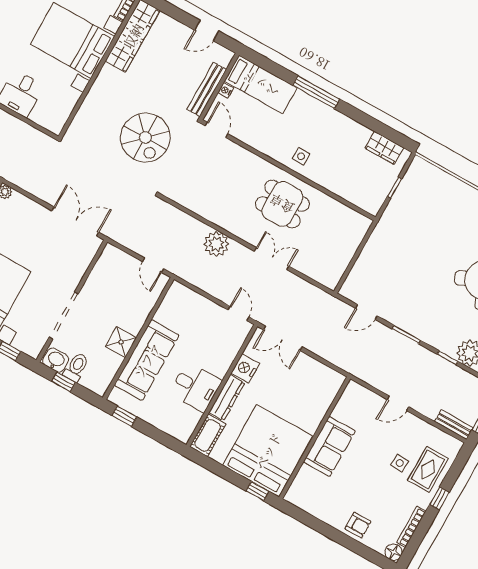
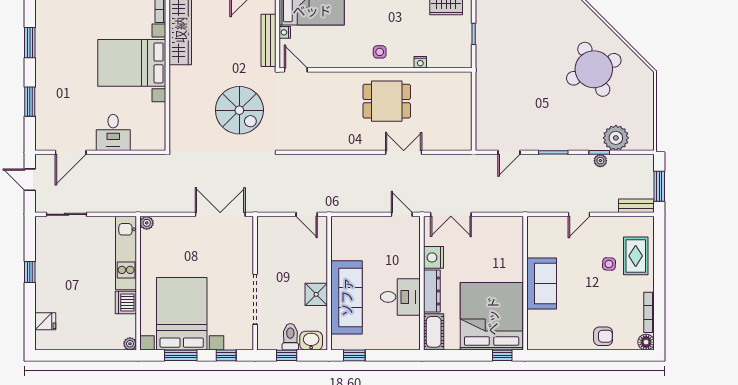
nightstand: (332, 186) -> (420, 62), added
plant: (216, 244) -> (600, 161), moved, width x0.53, depth x0.53
washbasin: (56, 360) -> (311, 341), moved
window: (439, 498) -> (659, 275), removed

